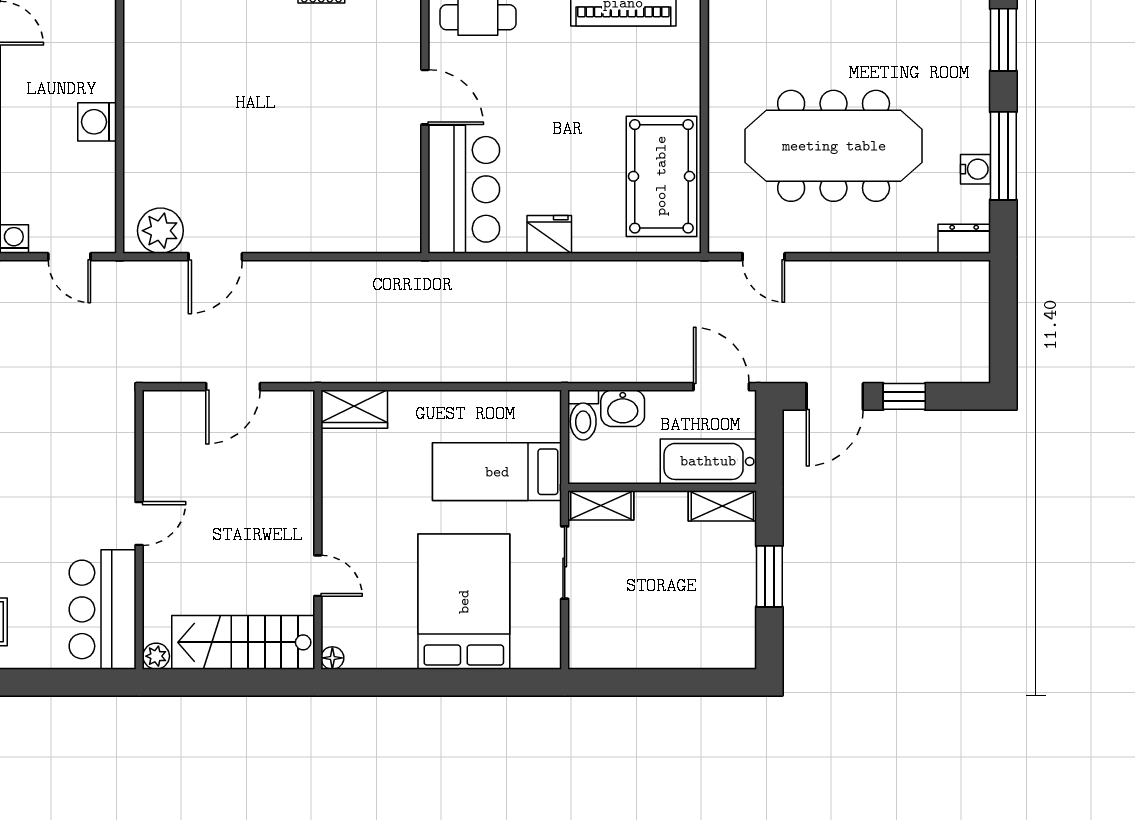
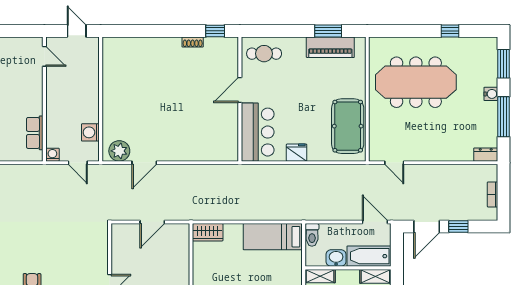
door: (425, 97) -> (240, 90), swing flipped
washing machine: (97, 122) -> (90, 132), moved
meeting table: (834, 146) -> (416, 82), moved
water cooler: (975, 169) -> (491, 94), moved
bookcase: (979, 326) -> (493, 194), added
washbasin: (623, 408) -> (336, 258), moved, turned 180
bed: (497, 472) -> (273, 237), moved

